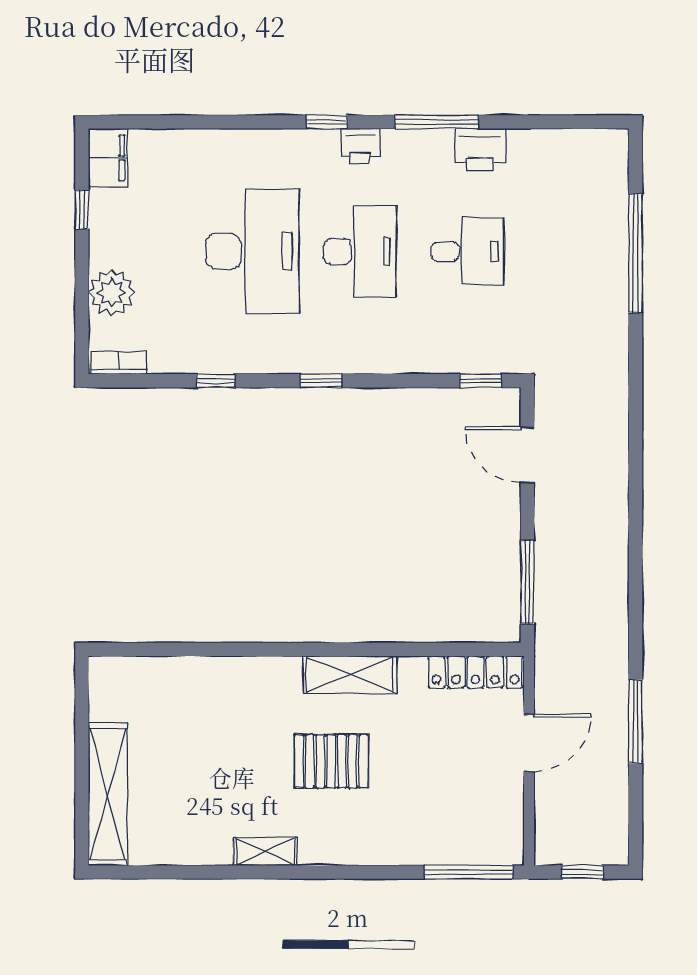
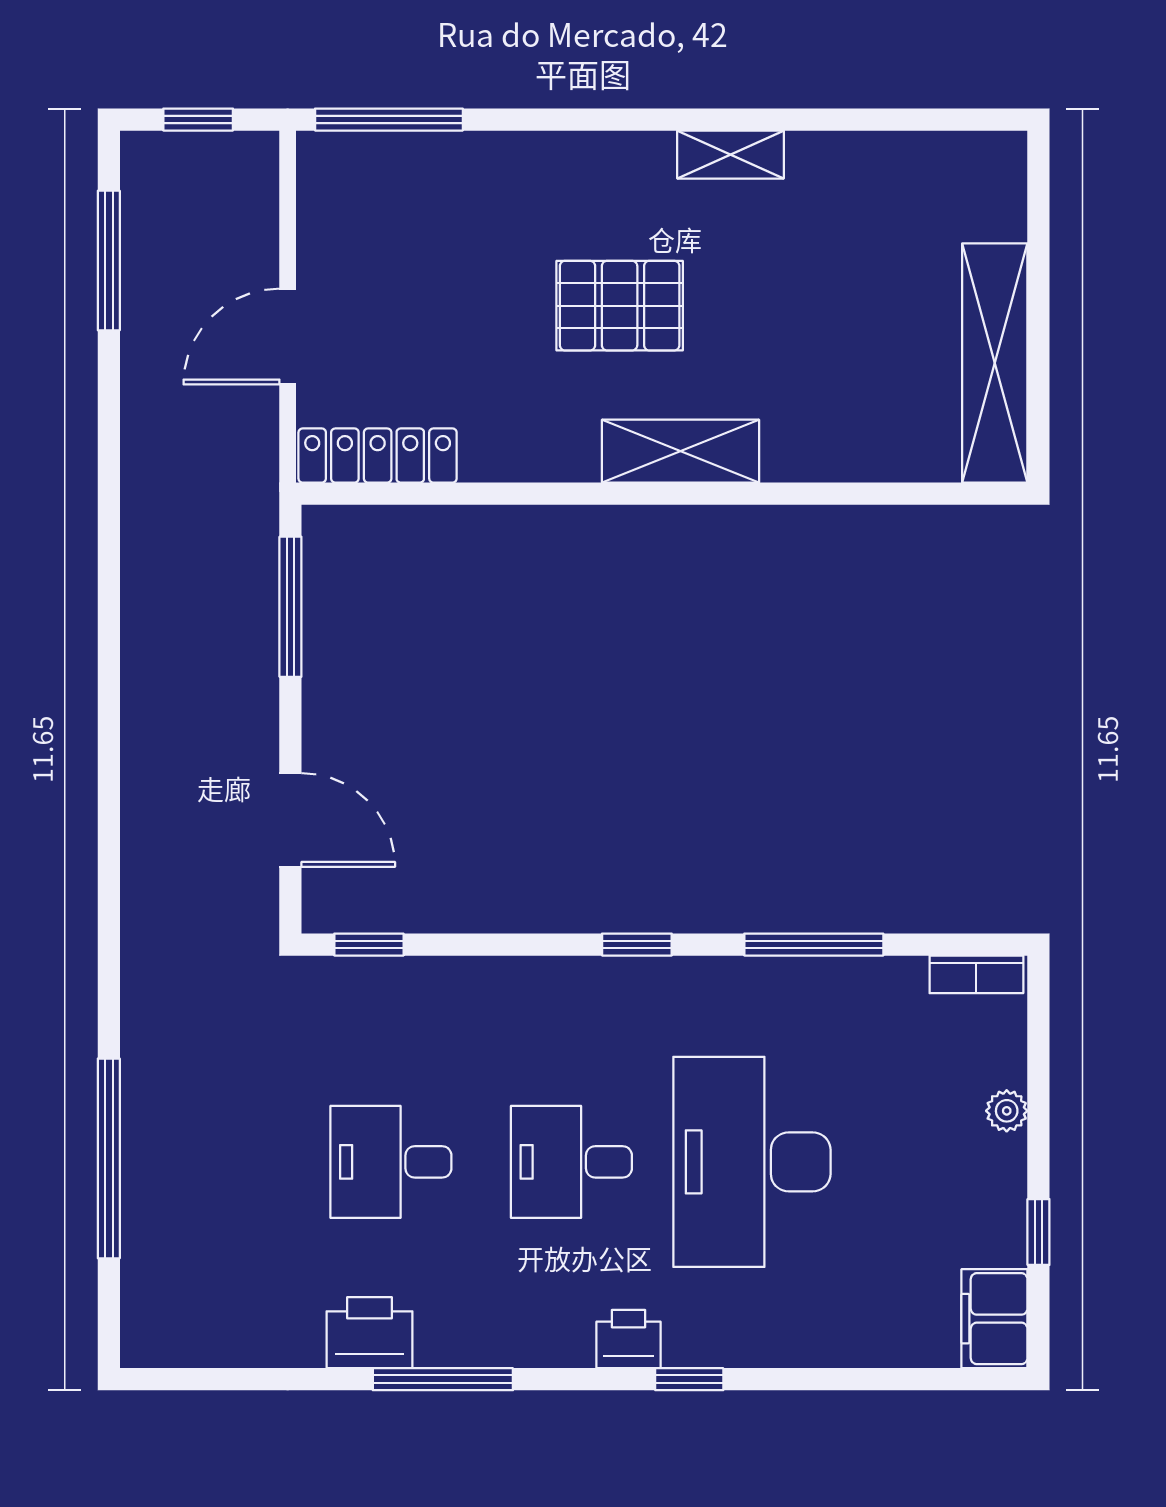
window: (327, 122) -> (689, 1379), moved
printer: (360, 146) -> (628, 1339), moved
desk: (360, 251) -> (571, 1162), width x0.73
plant: (112, 293) -> (1007, 1111), width x0.53, depth x0.53
window: (216, 381) -> (814, 945), width x2.17
shelving: (350, 675) -> (680, 451), moved
window: (635, 721) -> (109, 261), moved
shelving: (108, 794) -> (995, 363), moved

